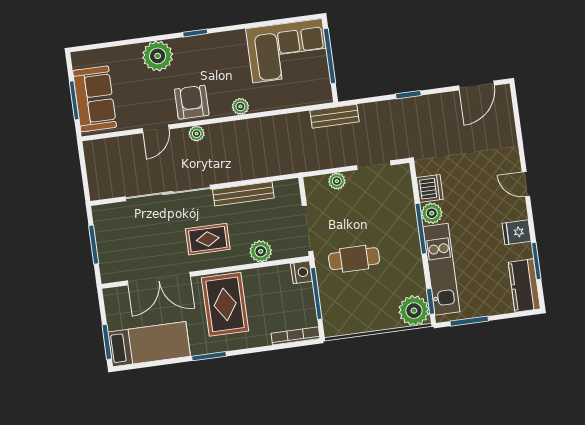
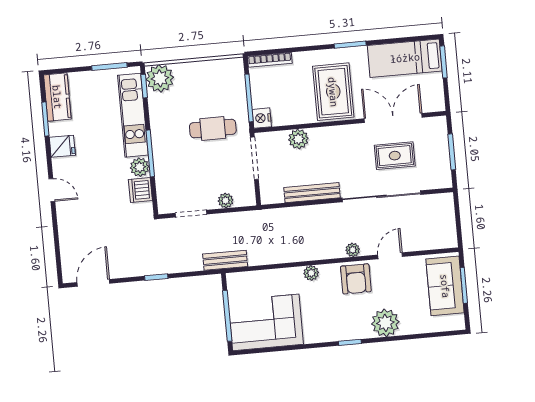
rug: (208, 239) -> (395, 156), moved

